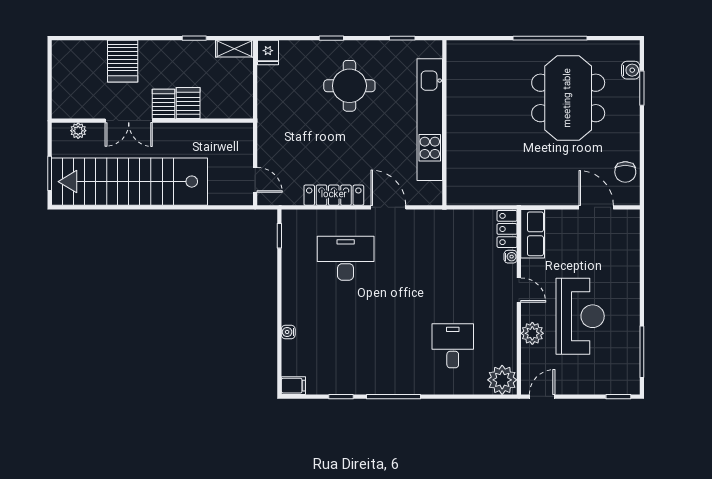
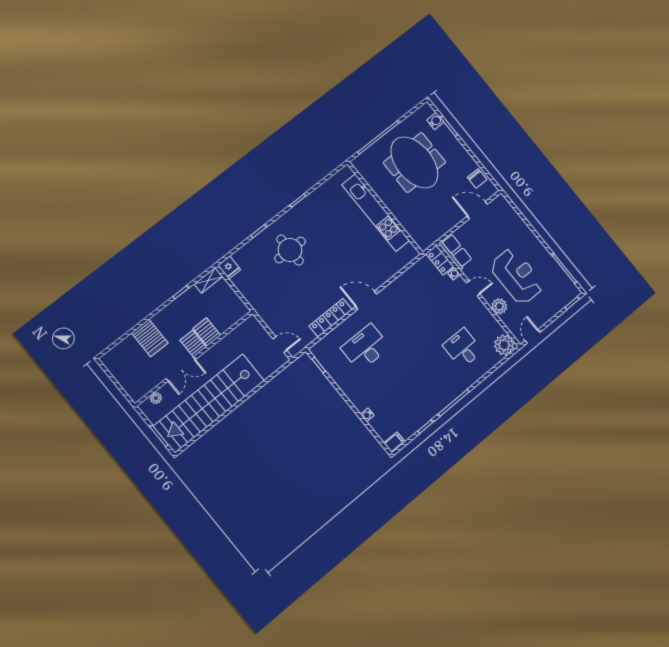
kitchen unit: (430, 120) -> (376, 213), moved
wall: (444, 123) -> (385, 208), moved

